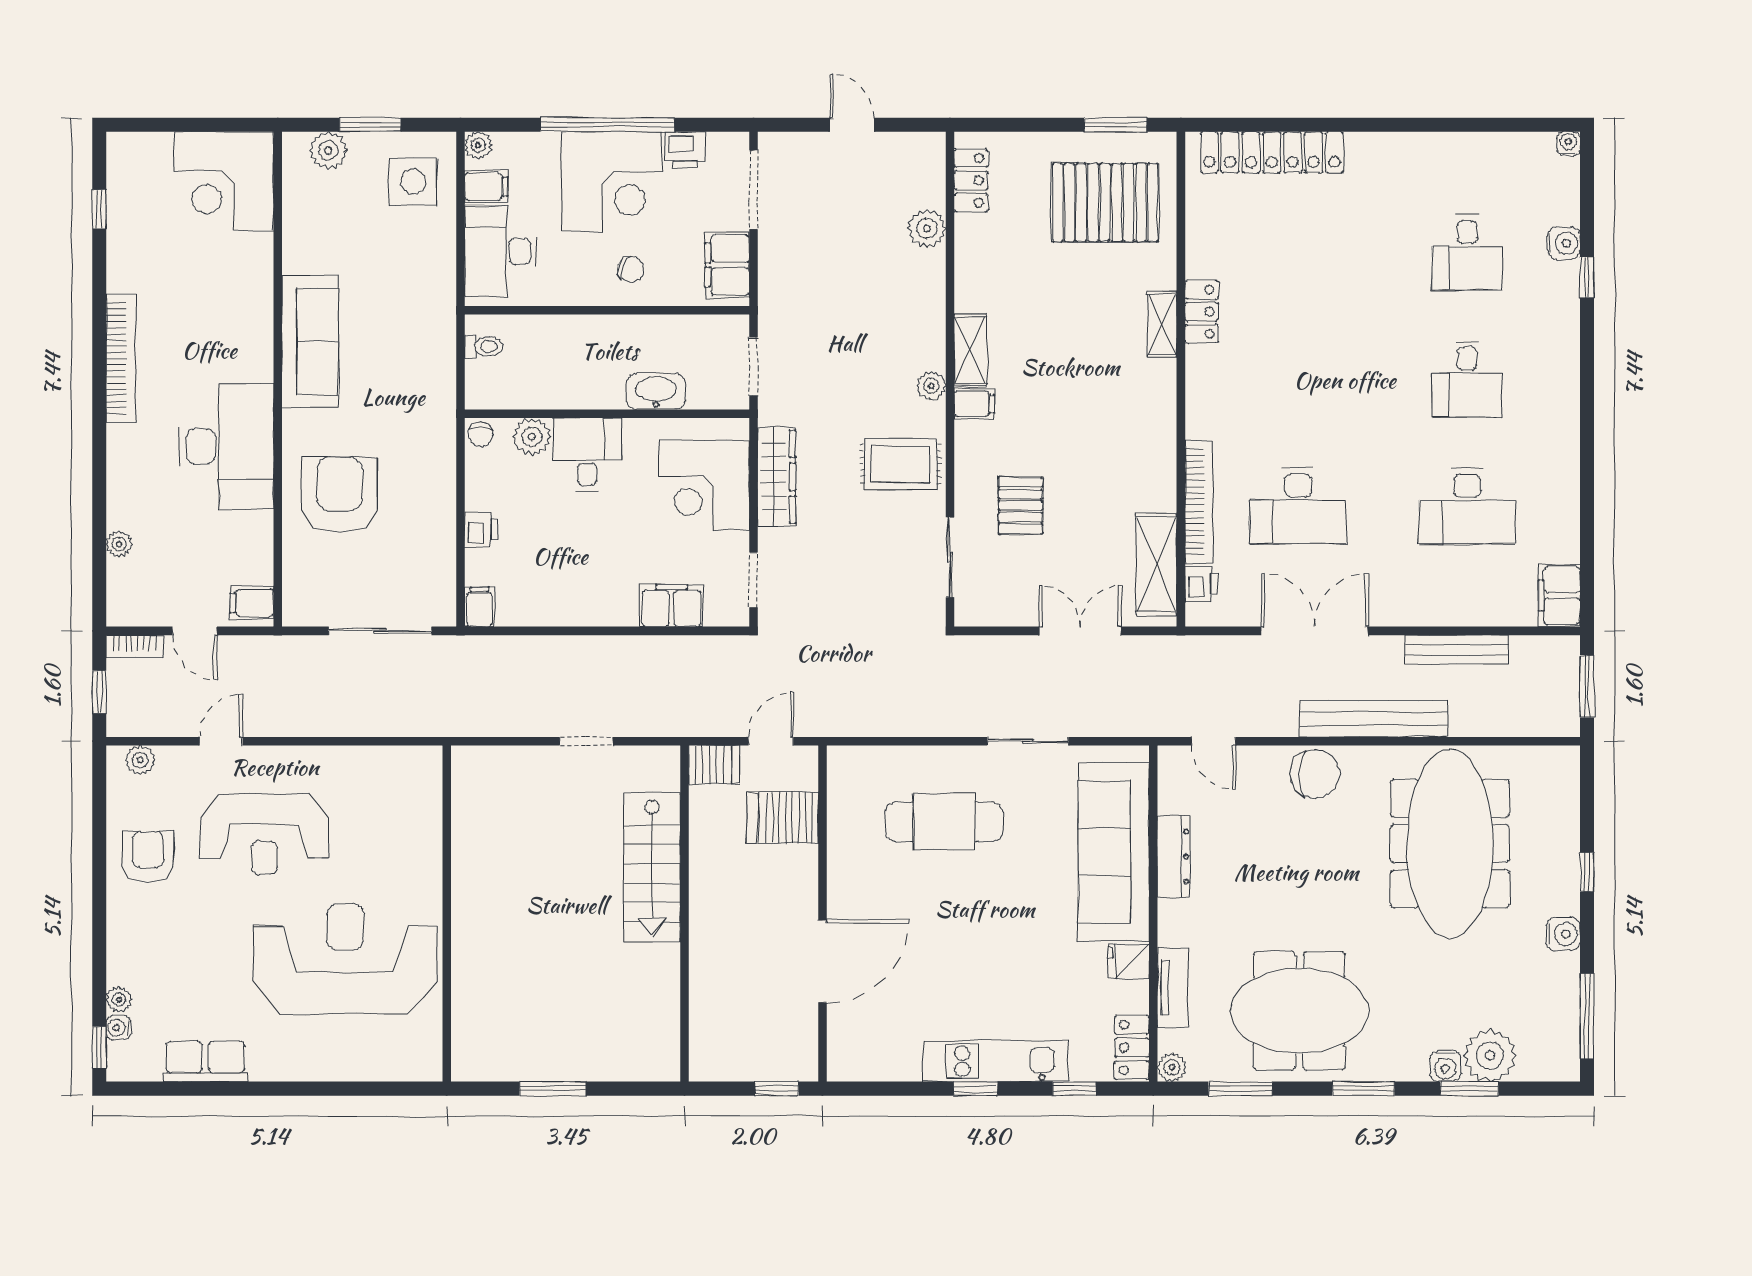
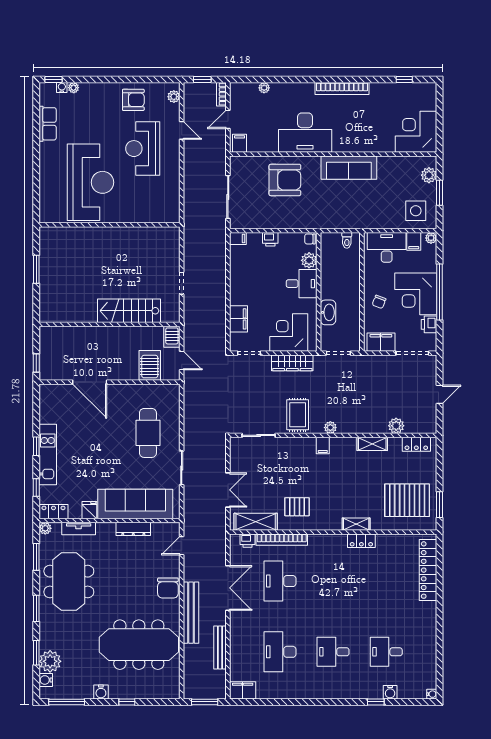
pallet: (1105, 202) -> (407, 500), turned 90
shelving: (970, 350) -> (372, 444), moved
pallet: (1020, 506) -> (297, 507), moved
water cooler: (1445, 1066) -> (46, 680), moved

